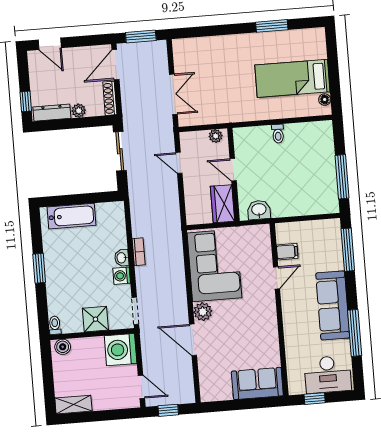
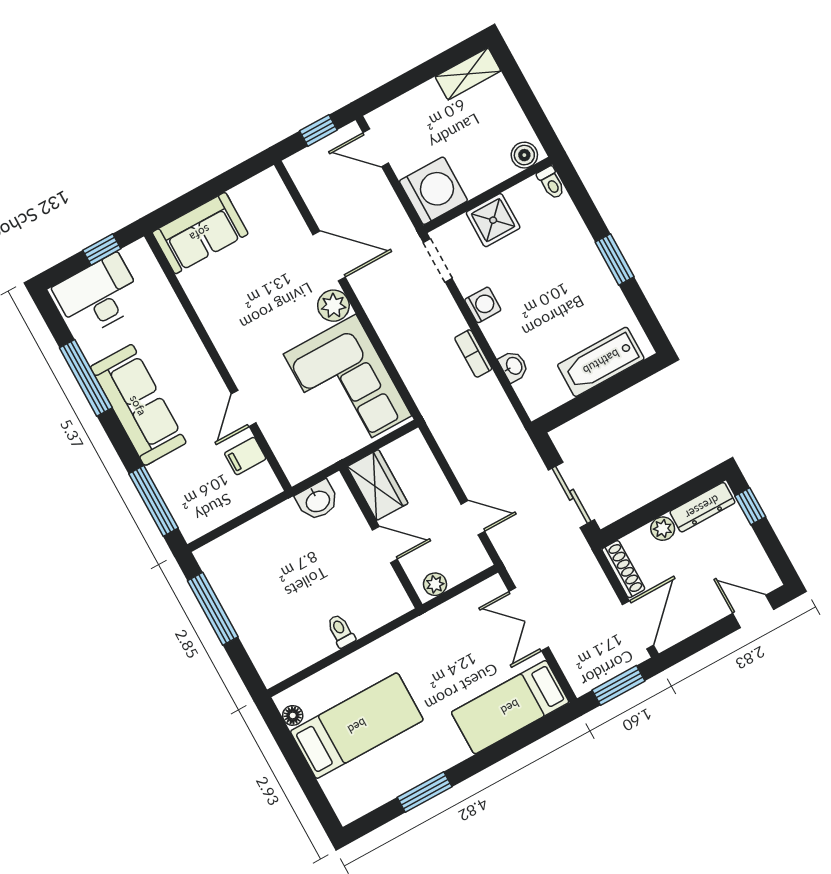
bed: (205, 51) -> (510, 707), added
washbasin: (122, 258) -> (514, 366), moved

